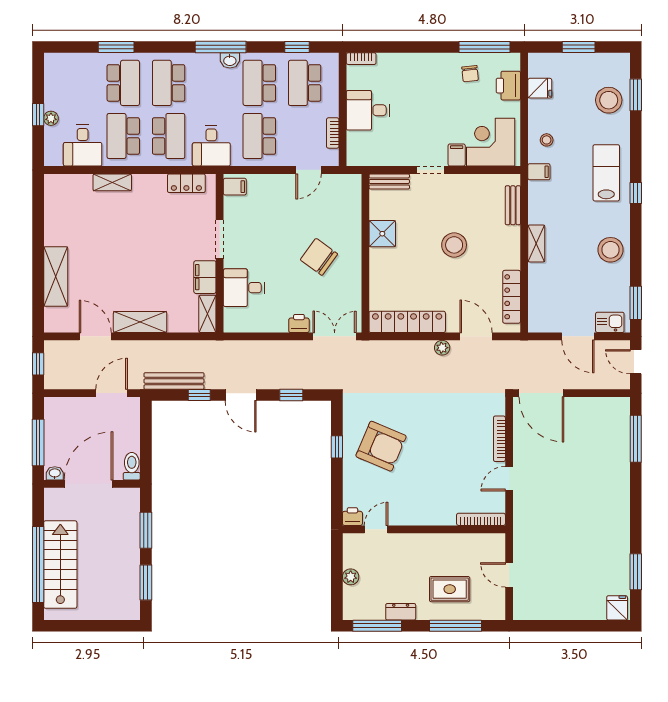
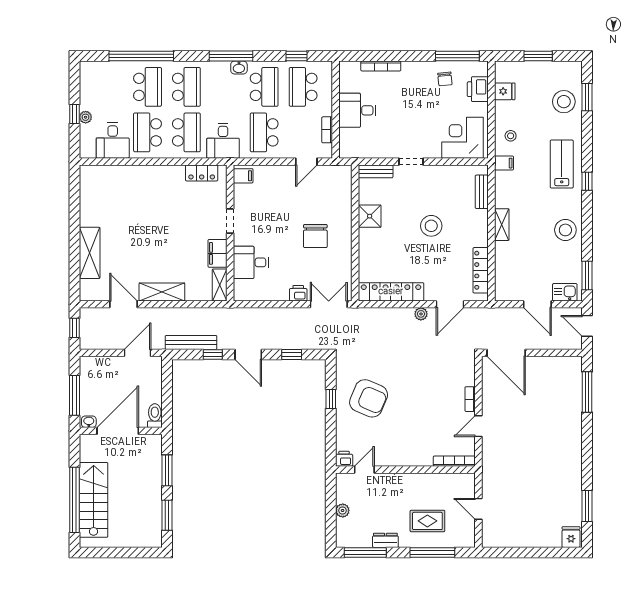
window: (116, 47) -> (141, 56), width x2.11
bookcase: (361, 59) -> (381, 66), moved, width x1.56
school desk: (169, 83) -> (186, 87), turned 180
school desk: (259, 83) -> (264, 87), turned 180
filing cabinet: (457, 155) -> (433, 149), removed
shelving: (112, 182) -> (138, 172), removed
doorway: (220, 239) -> (230, 221), width x0.73
chair: (319, 257) -> (315, 236), turned -126
door: (476, 336) -> (450, 304), swing flipped
bookcase: (499, 439) -> (470, 399), width x0.64

